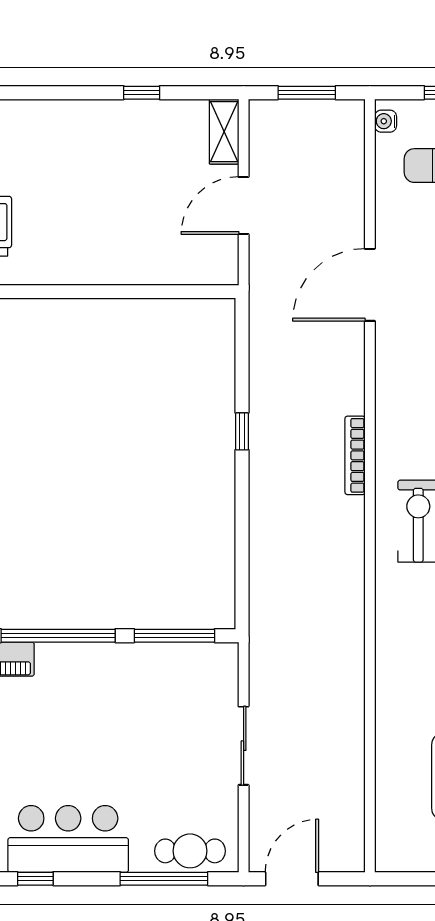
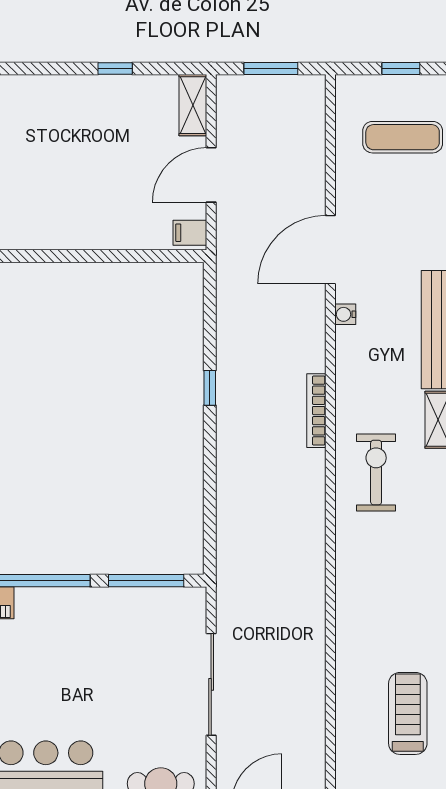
water cooler: (386, 121) -> (345, 314), moved
filing cabinet: (221, 267) -> (190, 233), added
sliding door: (244, 746) -> (211, 684), width x1.37

